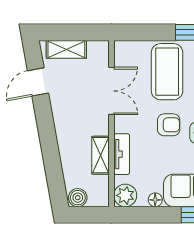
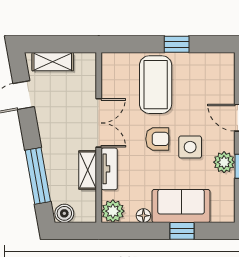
double door: (112, 91) -> (99, 123), moved
window: (52, 161) -> (38, 176), added

